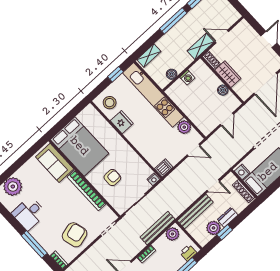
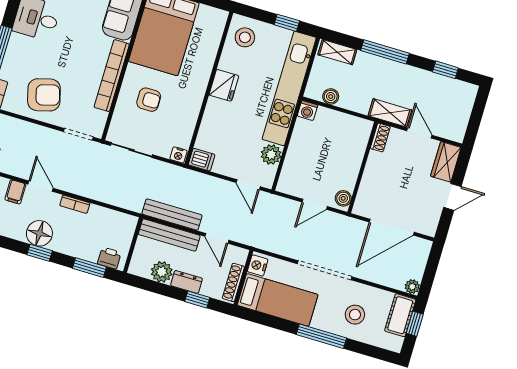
window: (173, 21) -> (385, 52), moved
wardrobe: (228, 74) -> (446, 162), moved, turned 180
washing machine: (187, 77) -> (307, 111), moved
boiler: (223, 90) -> (343, 198), moved
fridge: (122, 122) -> (224, 85), moved
bench: (158, 228) -> (172, 215), moved
window: (225, 232) -> (197, 299), moved
plant: (172, 234) -> (122, 223), removed

